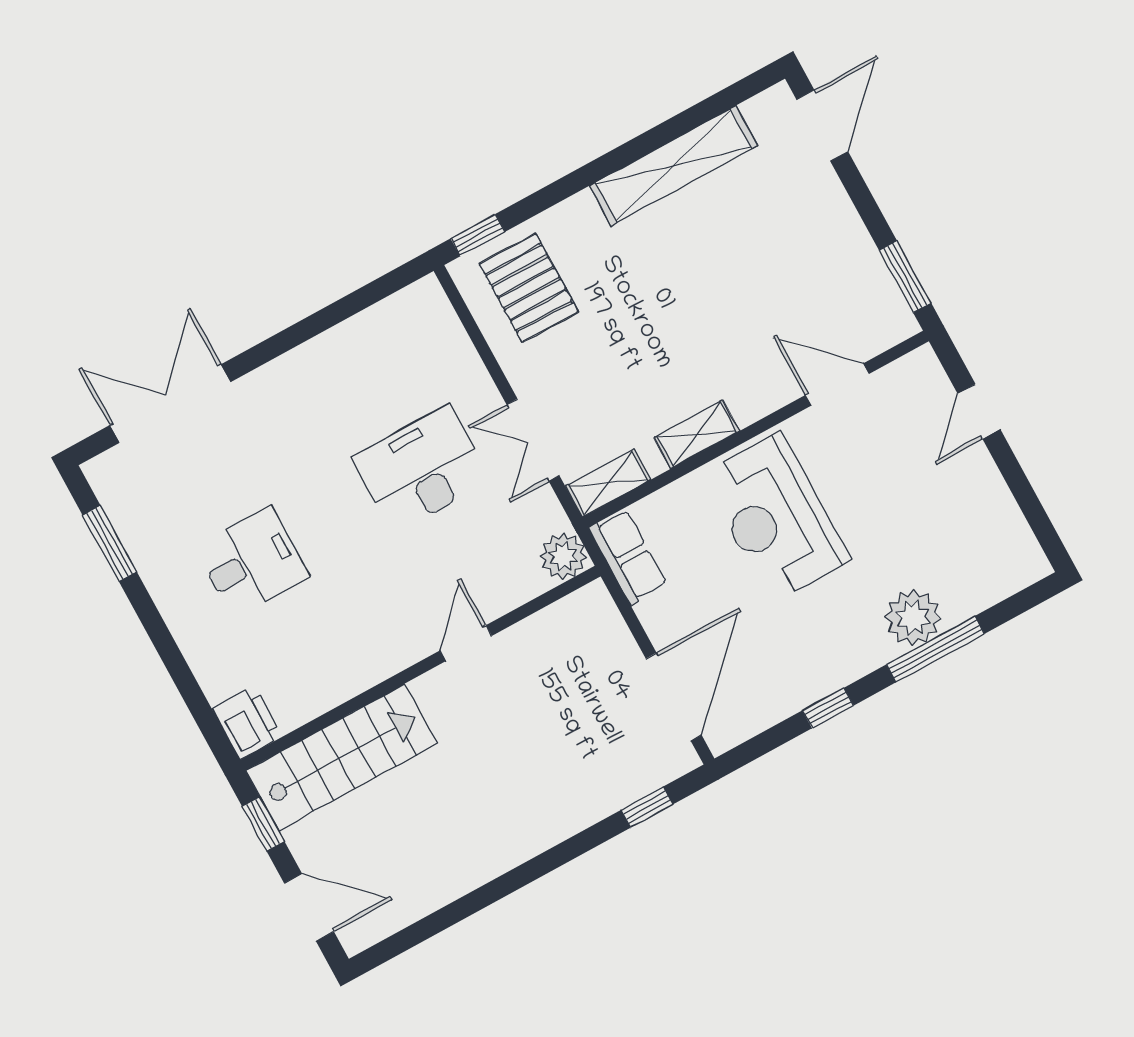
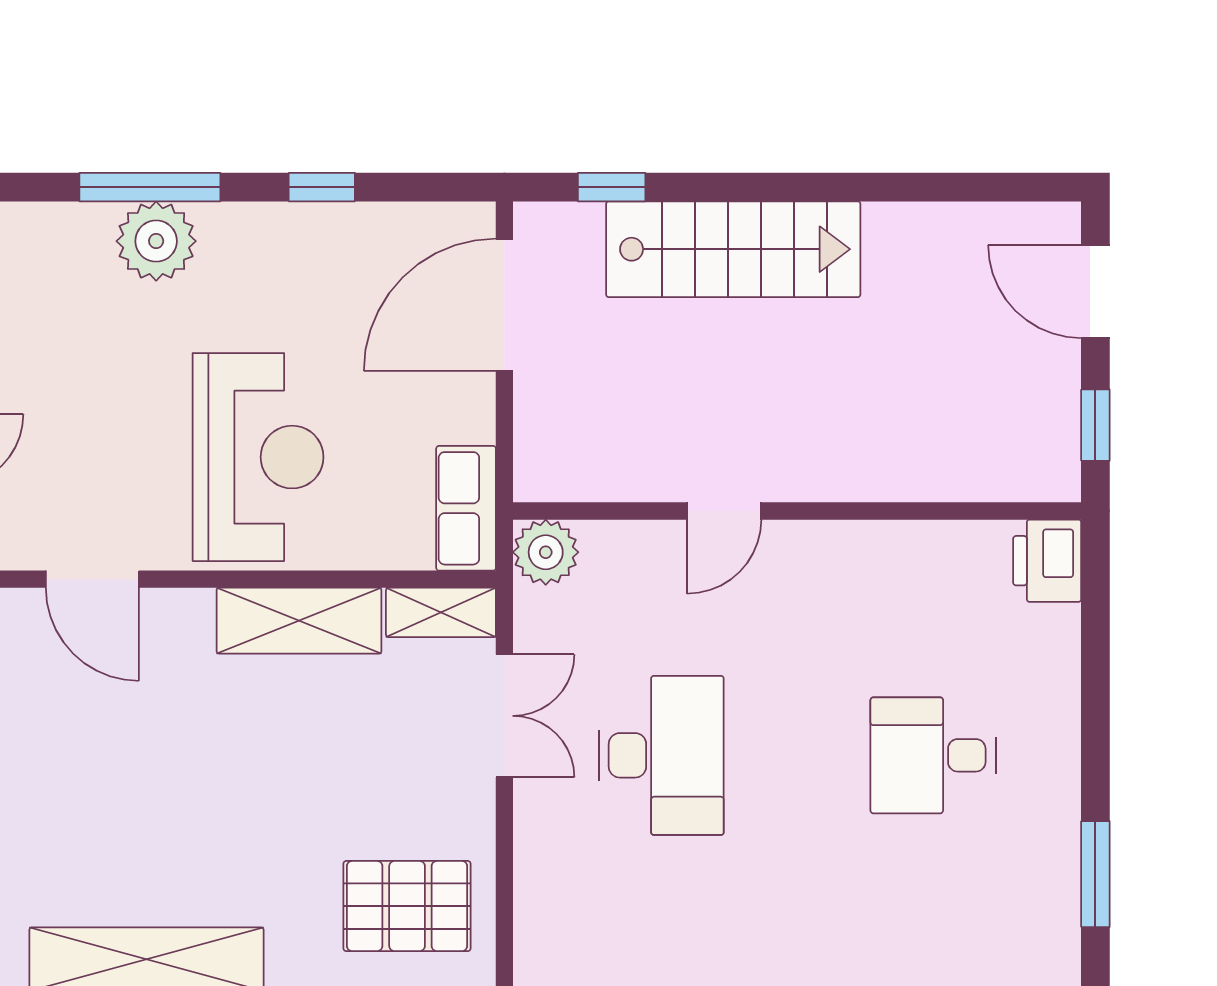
pallet: (529, 288) -> (407, 906), turned 90
shelving: (697, 434) -> (299, 621), width x1.50, depth x1.33
desk: (422, 469) -> (661, 755), turned -90
stairs: (341, 757) -> (733, 249), moved, turned 180

